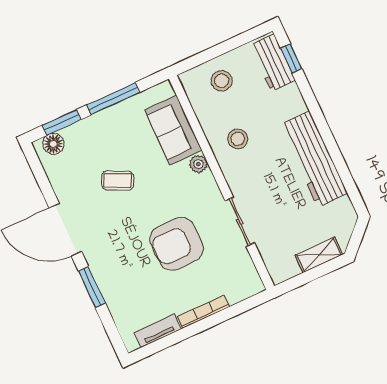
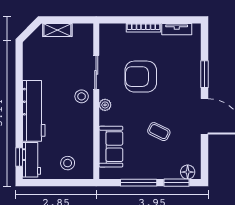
stool: (238, 139) -> (82, 96), moved
workbench: (314, 159) -> (34, 111), moved
plant: (198, 164) -> (105, 105), moved
armchair: (177, 244) -> (141, 77), turned 180

